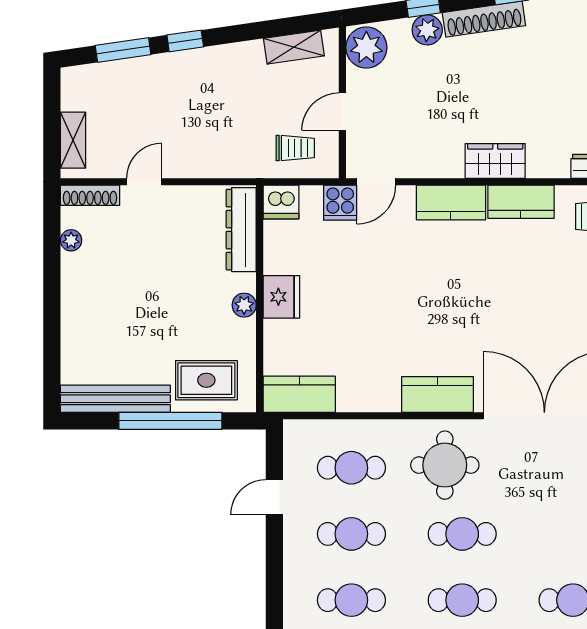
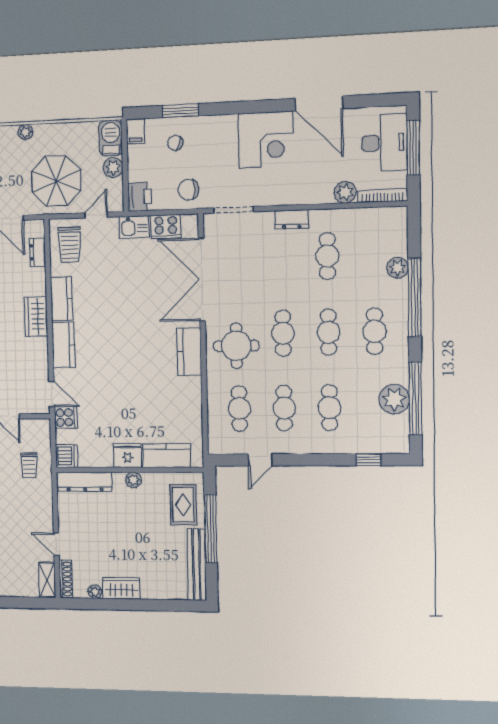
shelving: (73, 140) -> (47, 580), moved, turned 90
trolley: (295, 148) -> (29, 465), moved, turned 180
wardrobe: (77, 282) -> (121, 588), added
kitchen counter: (299, 394) -> (166, 456), moved, turned 90
door: (274, 497) -> (260, 460), hinge flipped

